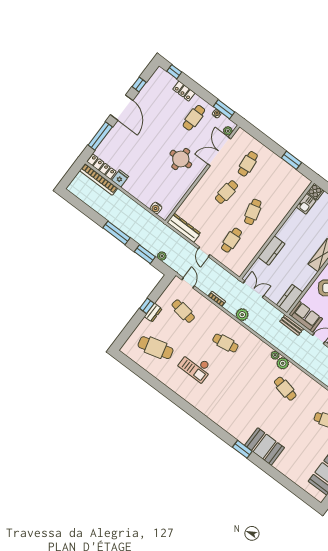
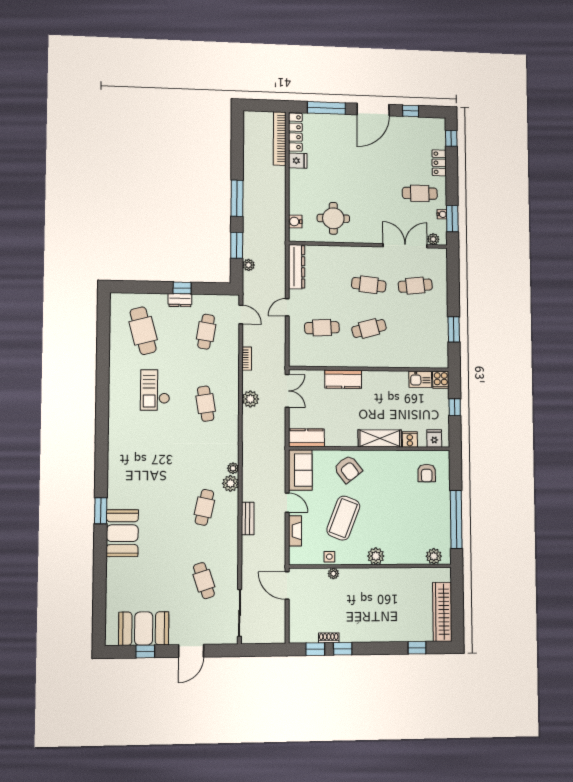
round table: (181, 159) -> (333, 218), moved
door: (188, 283) -> (241, 315), hinge flipped
bench: (292, 325) -> (248, 519), moved

